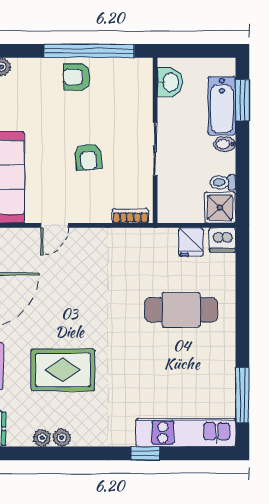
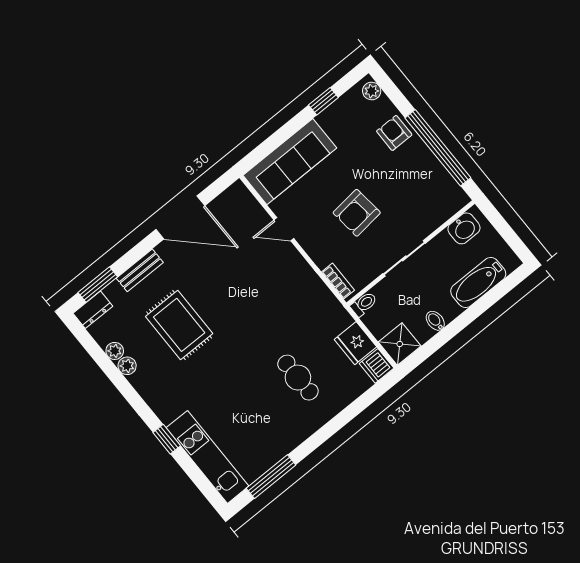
armchair: (77, 77) -> (394, 133), moved
window: (242, 100) -> (495, 295), removed
bidet: (225, 144) -> (435, 321), moved
armchair: (88, 157) -> (357, 213), width x1.38, depth x1.38
toilet: (223, 182) -> (364, 304), moved, turned 90
fridge: (191, 242) -> (355, 343), width x1.38
cafe table: (181, 310) -> (298, 378), width x0.73, depth x0.74

